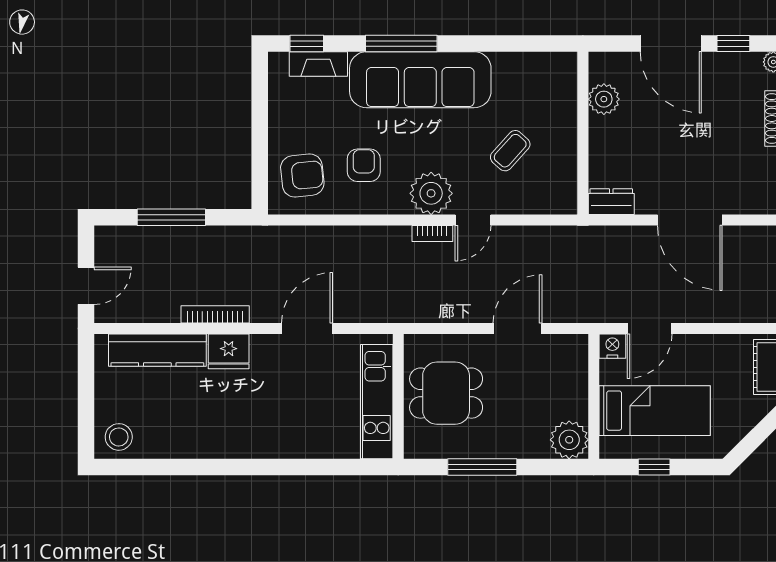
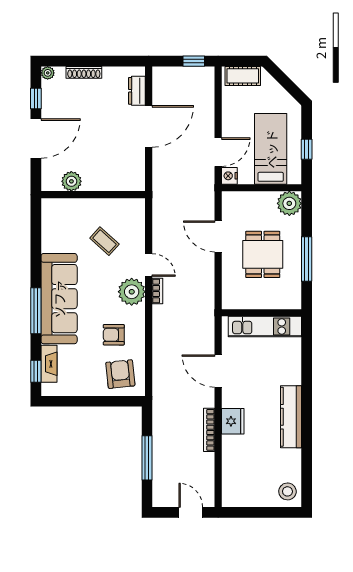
dresser: (611, 202) -> (137, 91), moved
door: (650, 329) -> (218, 152), hinge flipped
kitchen counter: (157, 350) -> (291, 417), moved, turned 180
dining table: (446, 393) -> (263, 254), moved

